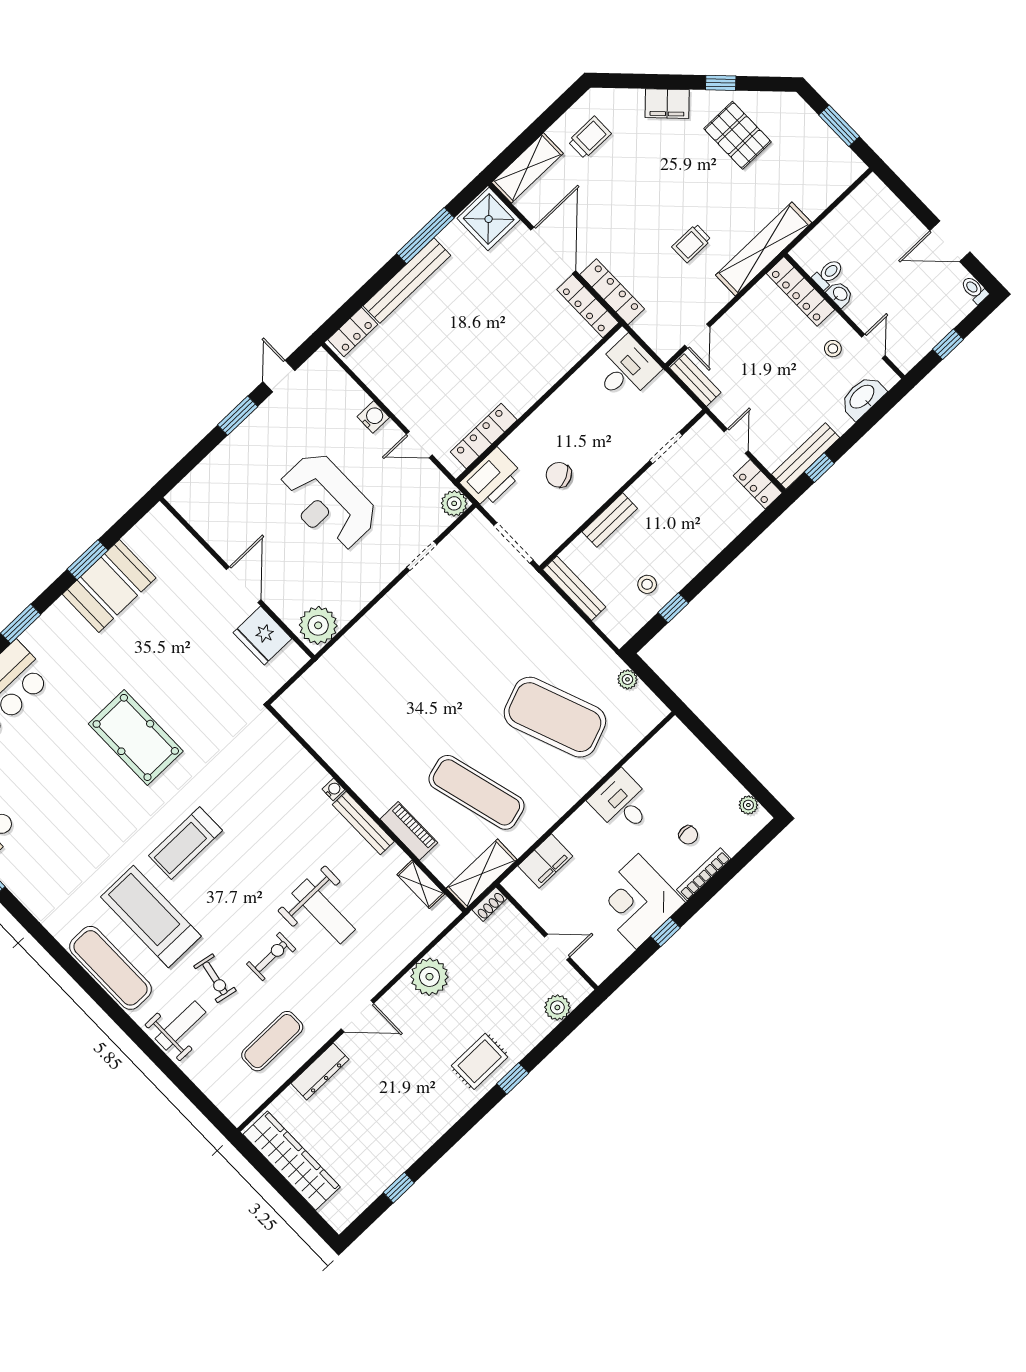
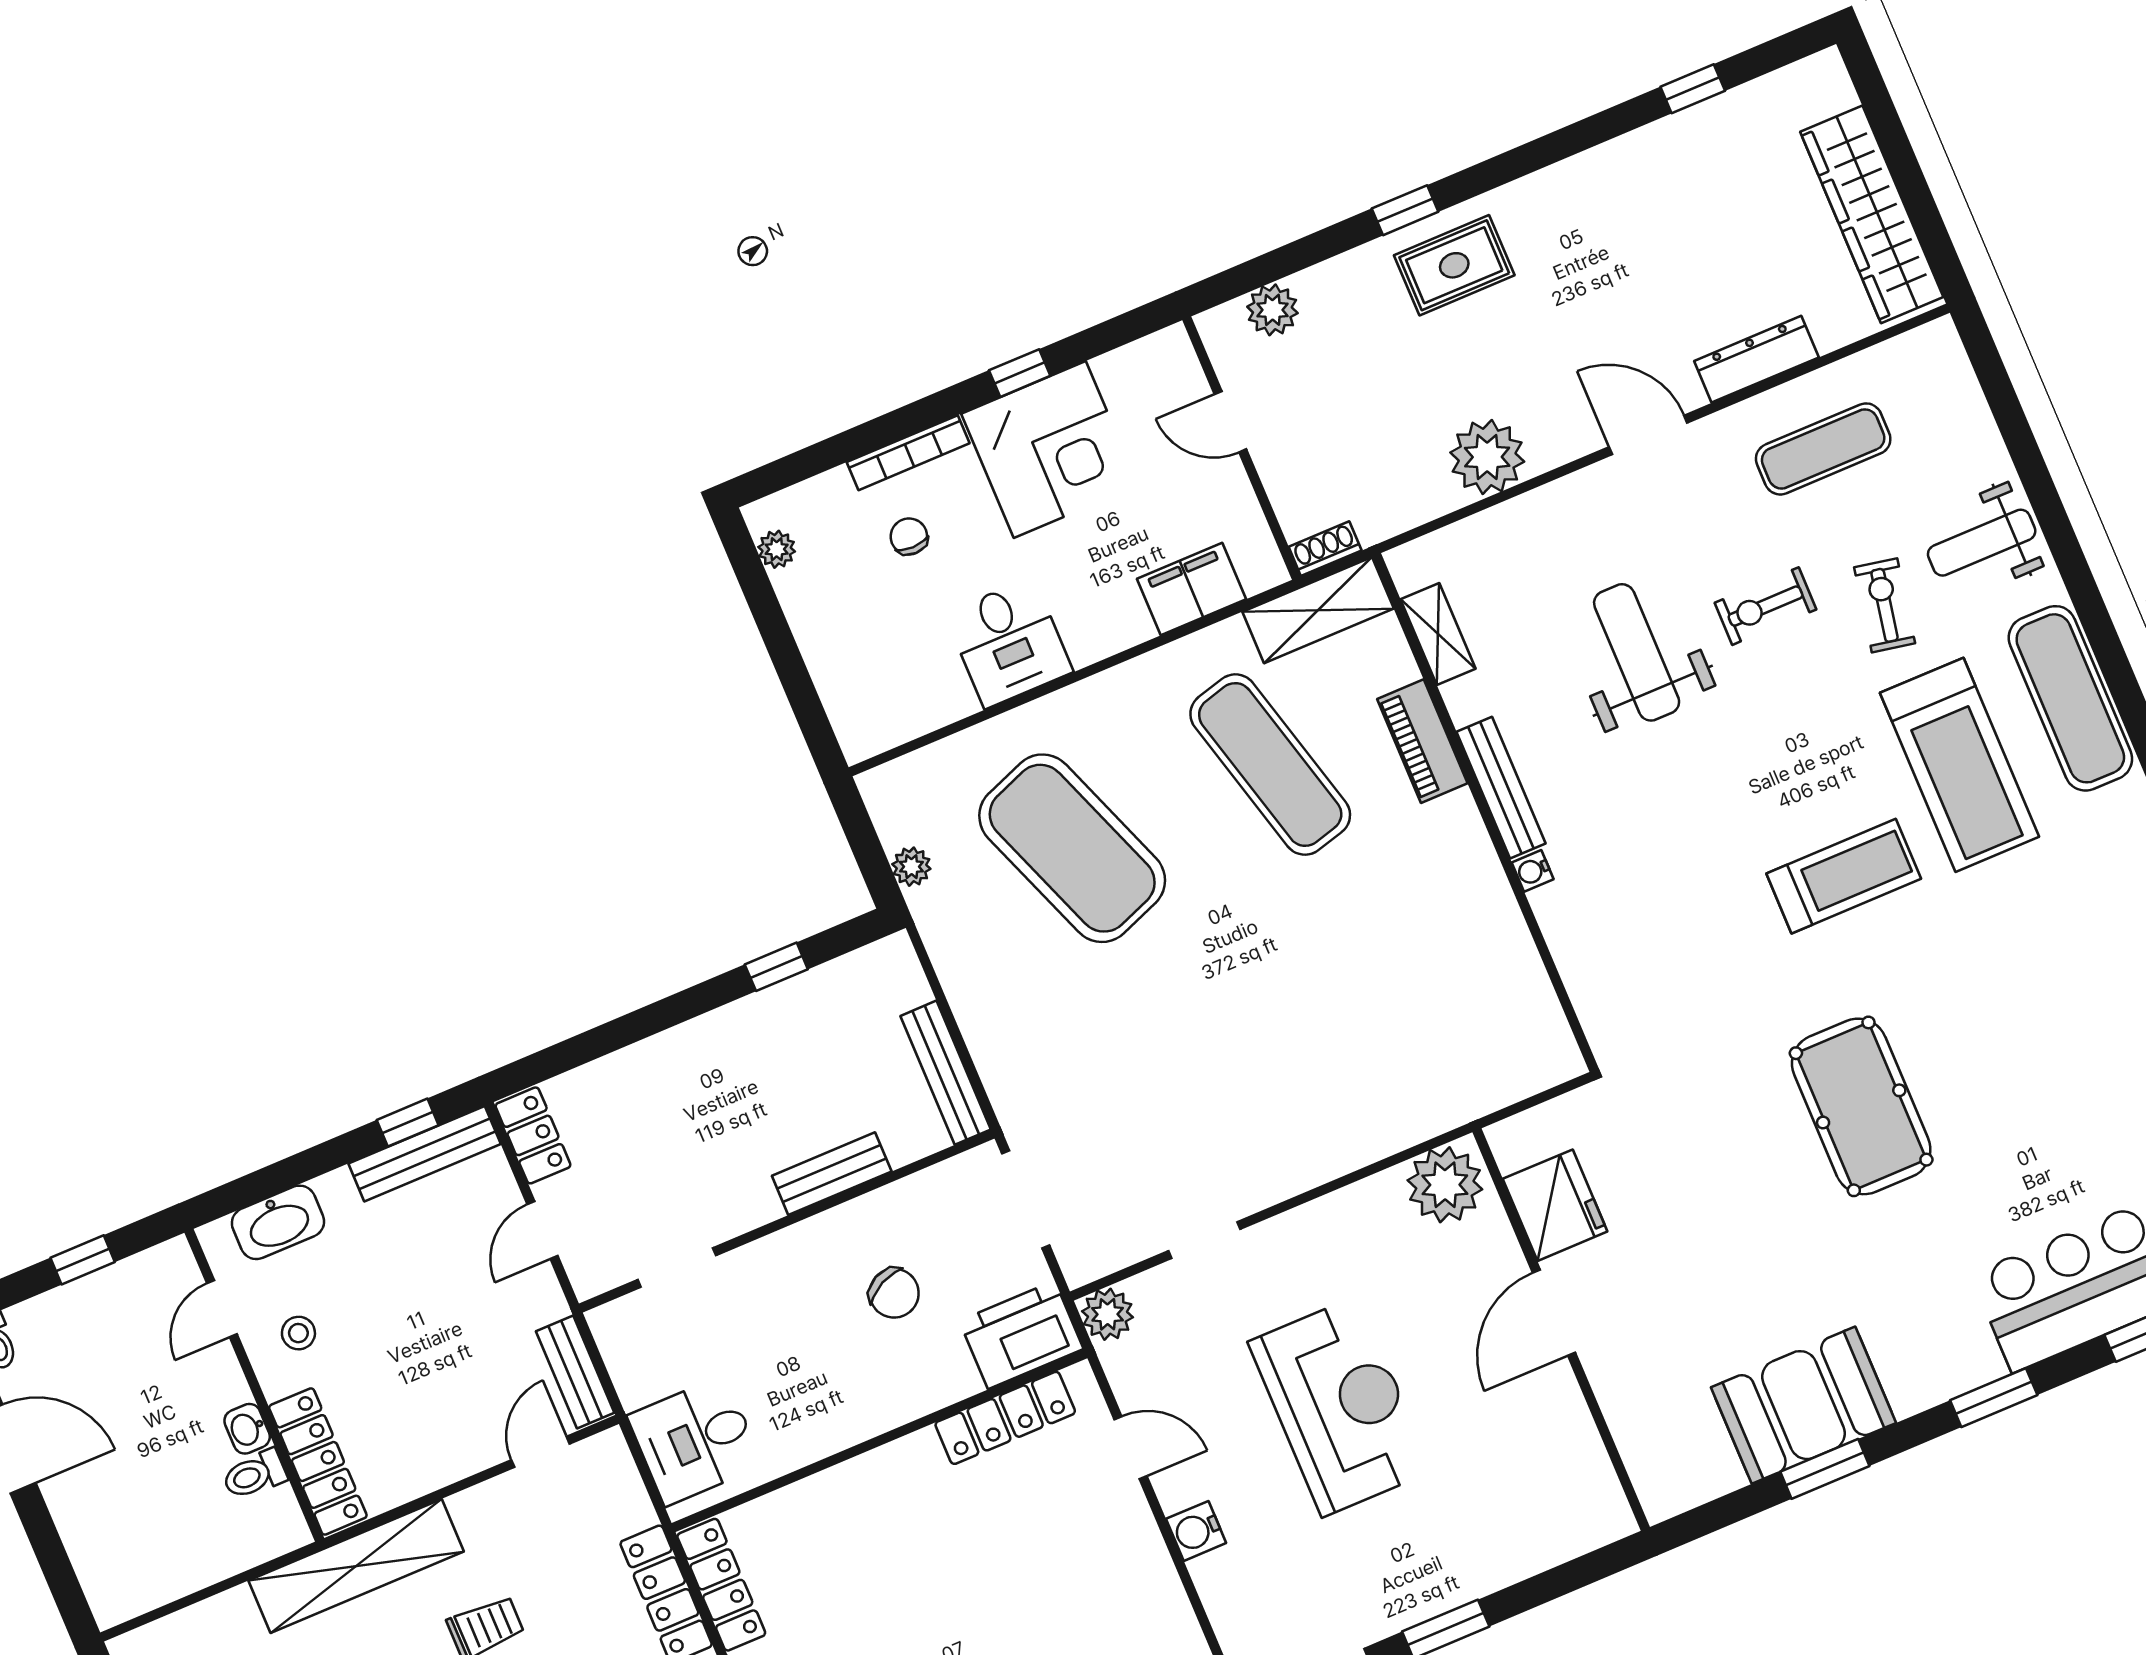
stool: (647, 584) -> (808, 1029), removed

